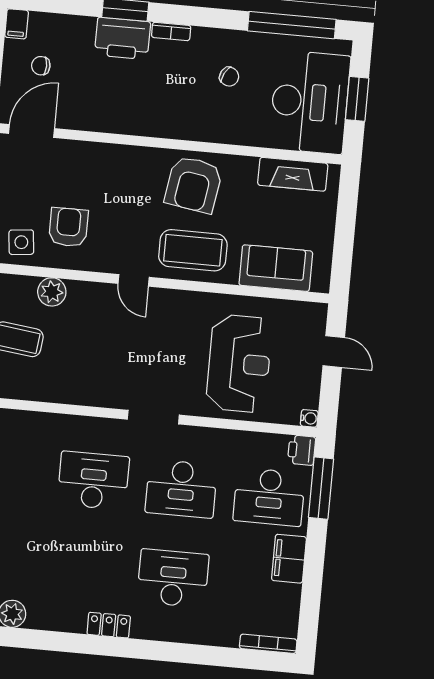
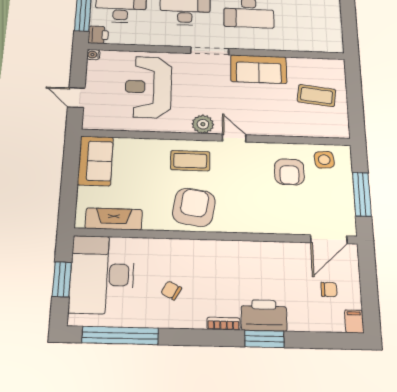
coffee table: (193, 250) -> (190, 161), width x0.73, depth x0.76
sofa: (276, 268) -> (95, 161), moved, turned -90
plant: (52, 292) -> (203, 124), moved
sofa: (90, 385) -> (259, 69), added

